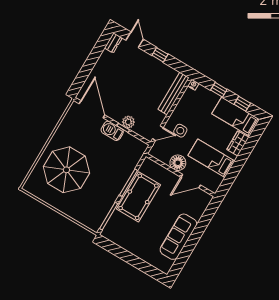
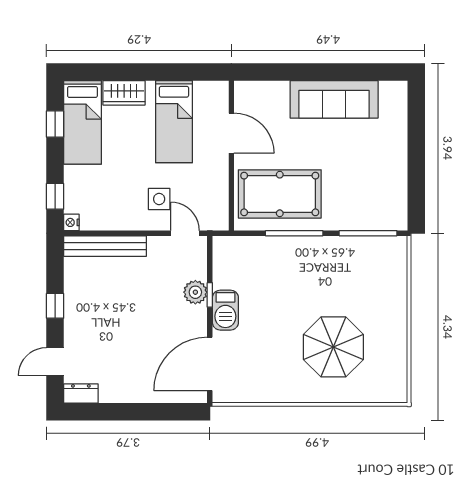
window: (219, 90) -> (55, 196), moved
floor lamp: (178, 163) -> (214, 172), removed
parasol: (66, 170) -> (333, 347), width x0.73, depth x0.73
pool table: (138, 197) -> (280, 194), moved

